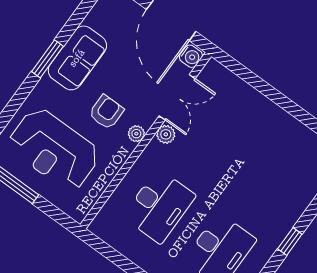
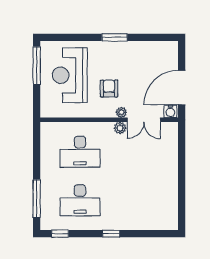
sofa: (77, 58) -> (126, 53), removed
armchair: (106, 112) -> (109, 88), turned -90
plant: (136, 134) -> (121, 112), moved

